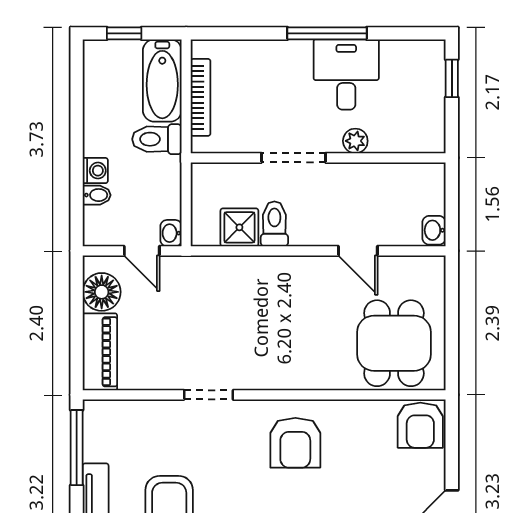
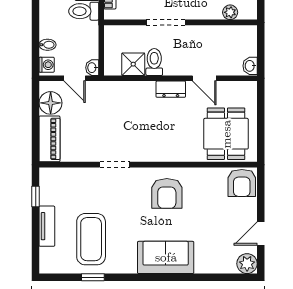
plant: (355, 141) -> (230, 12), moved
washing machine: (95, 171) -> (47, 65), moved
dresser: (302, 269) -> (171, 89), added
window: (77, 448) -> (36, 196), width x0.46

